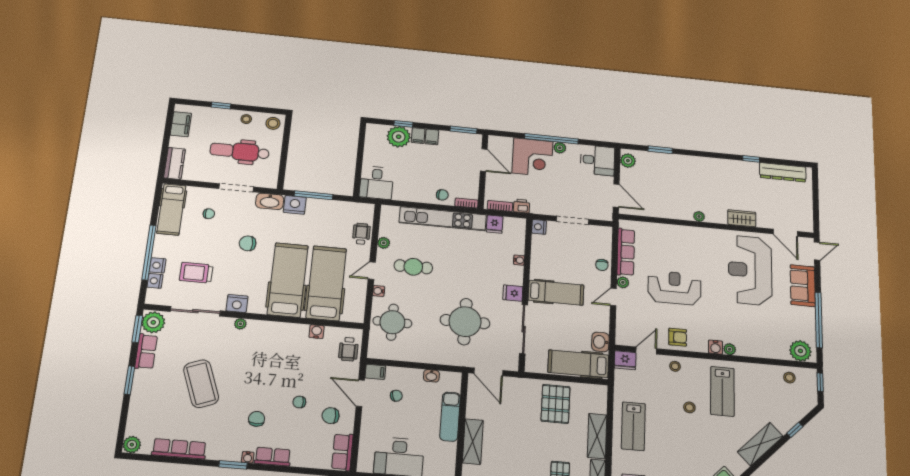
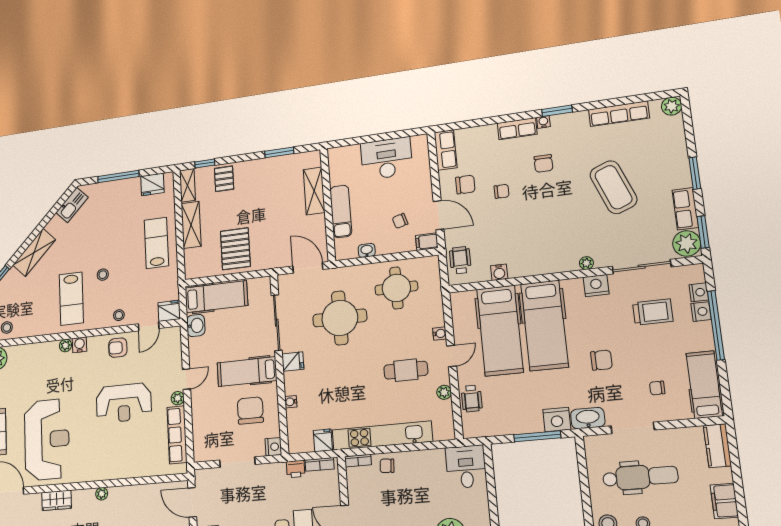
chair: (602, 265) -> (250, 410), moved, width x1.87, depth x1.87
round table: (392, 322) -> (396, 288), moved
lab bench: (722, 391) -> (71, 299), turned 180

